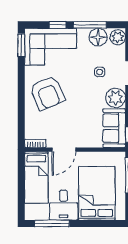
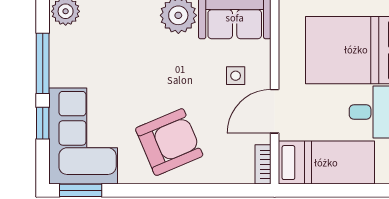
floor lamp: (98, 37) -> (65, 48), removed
side table: (100, 72) -> (236, 76), moved
door: (64, 150) -> (275, 111), swing flipped

